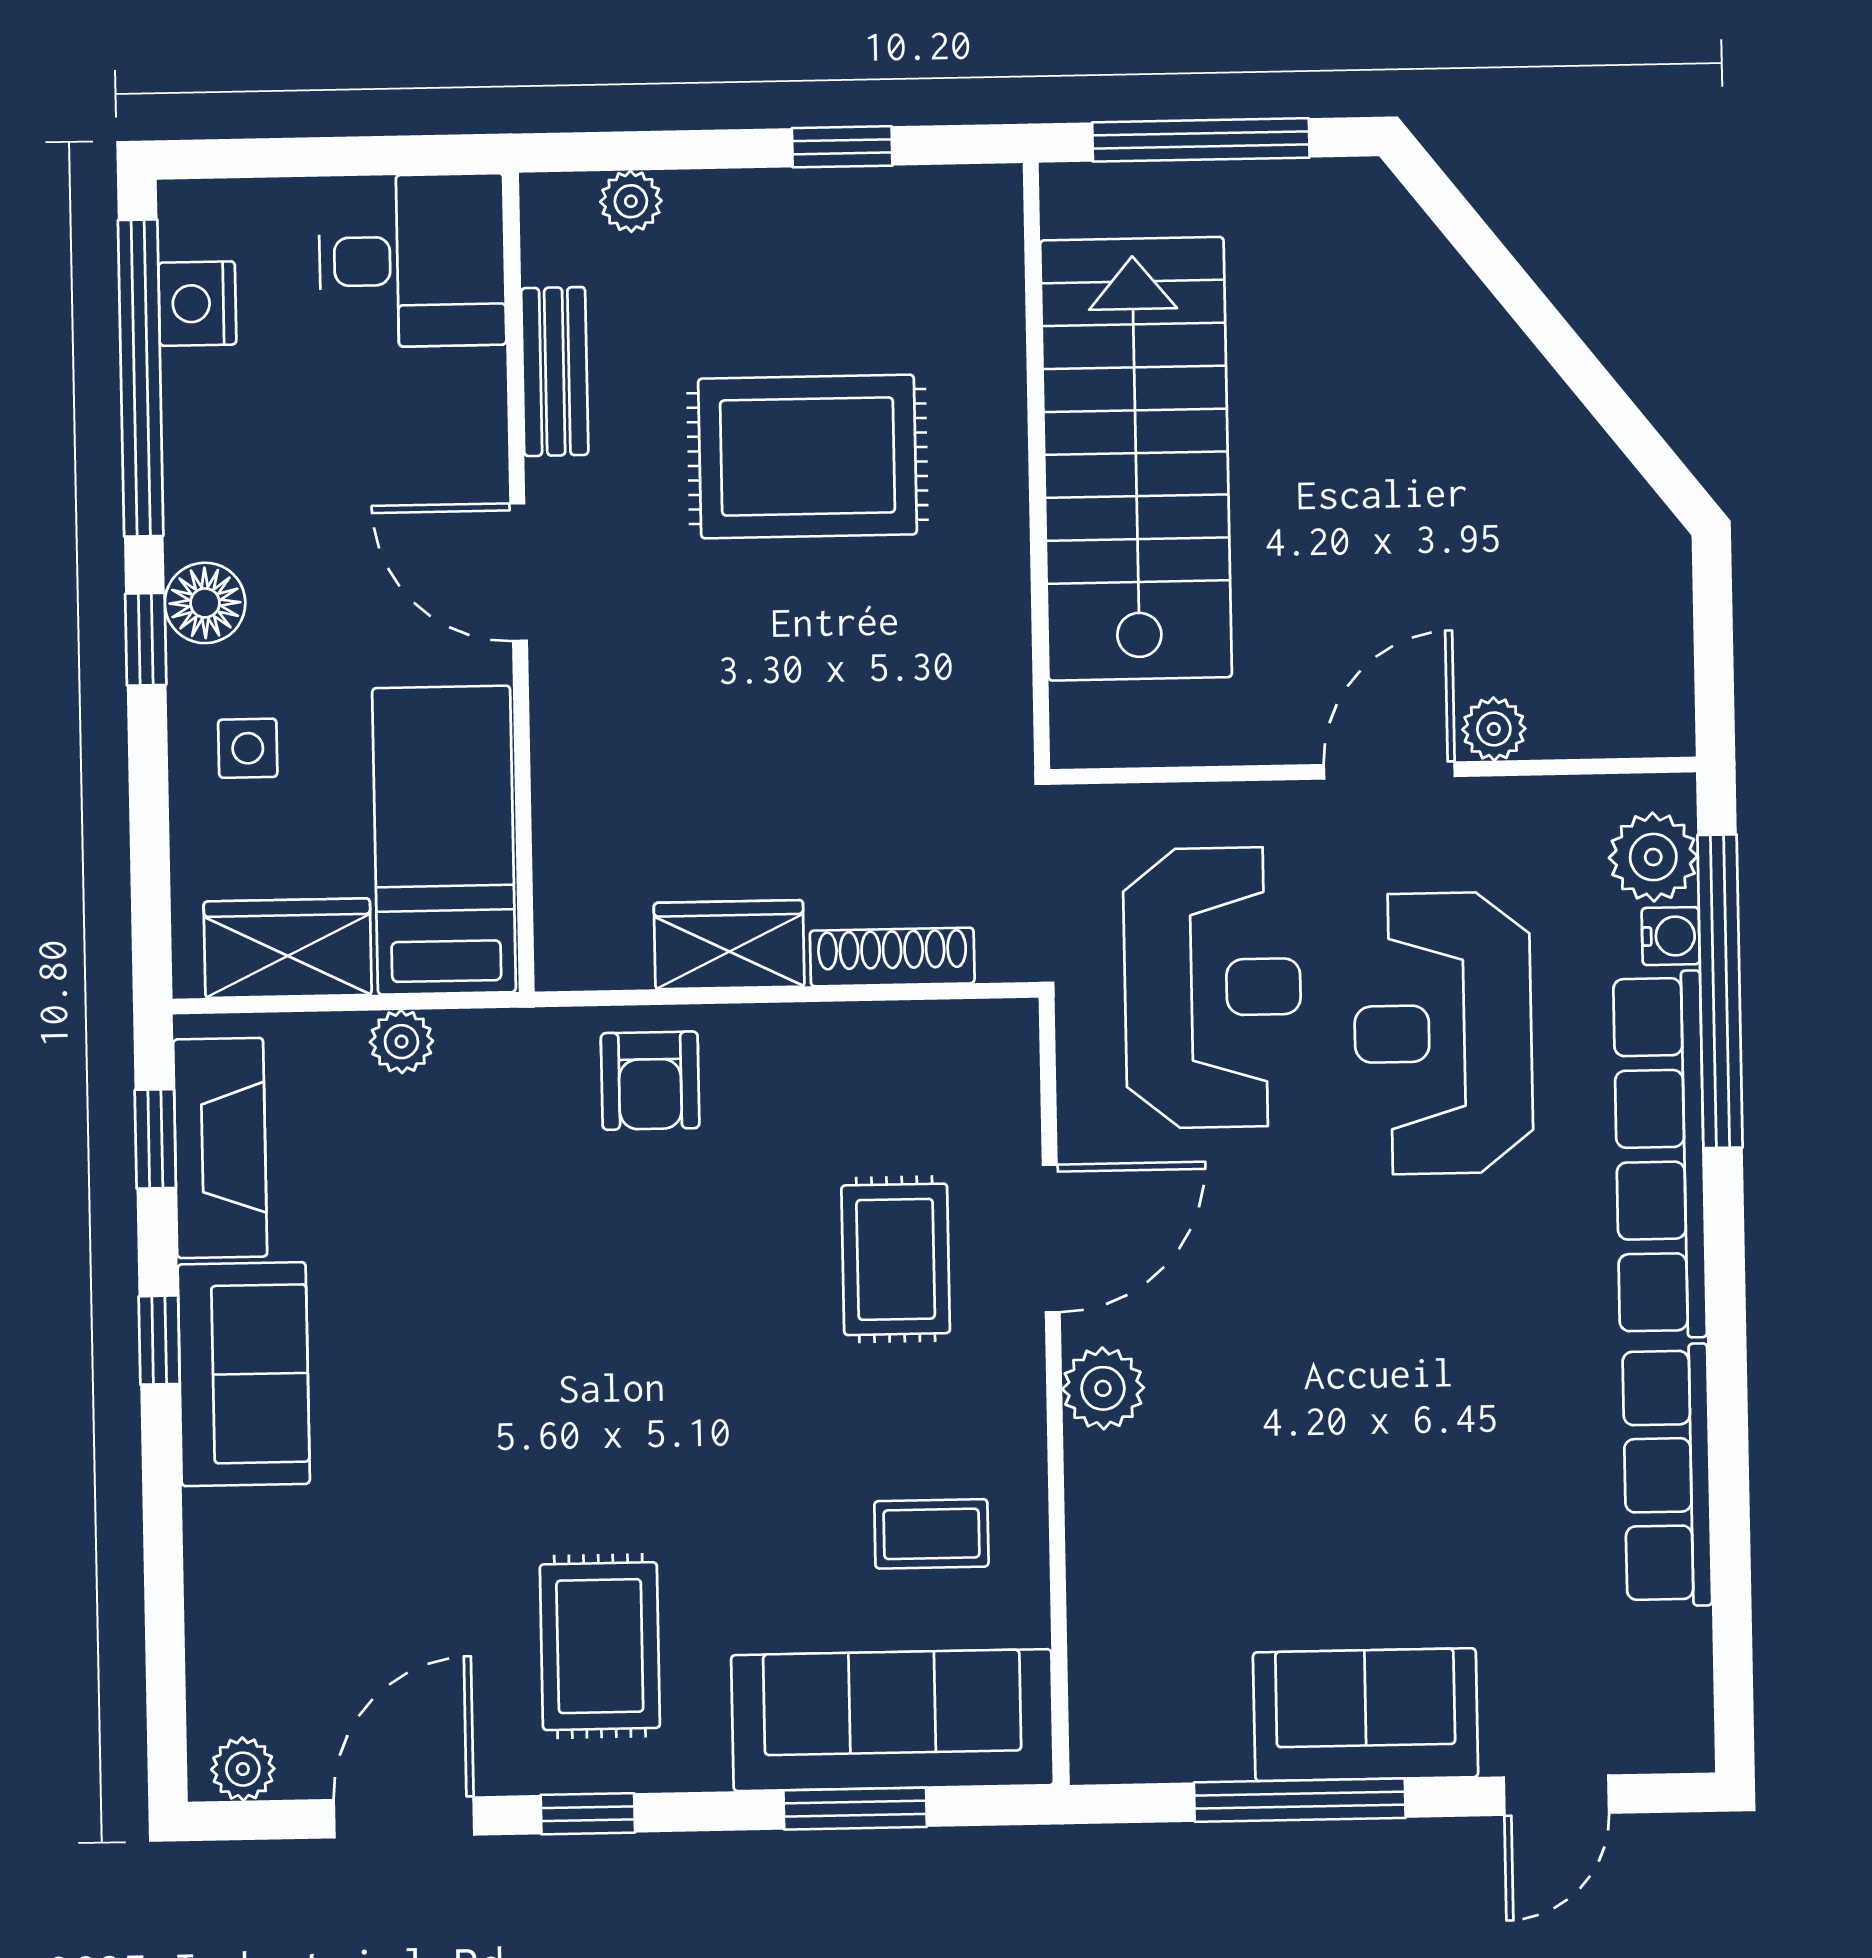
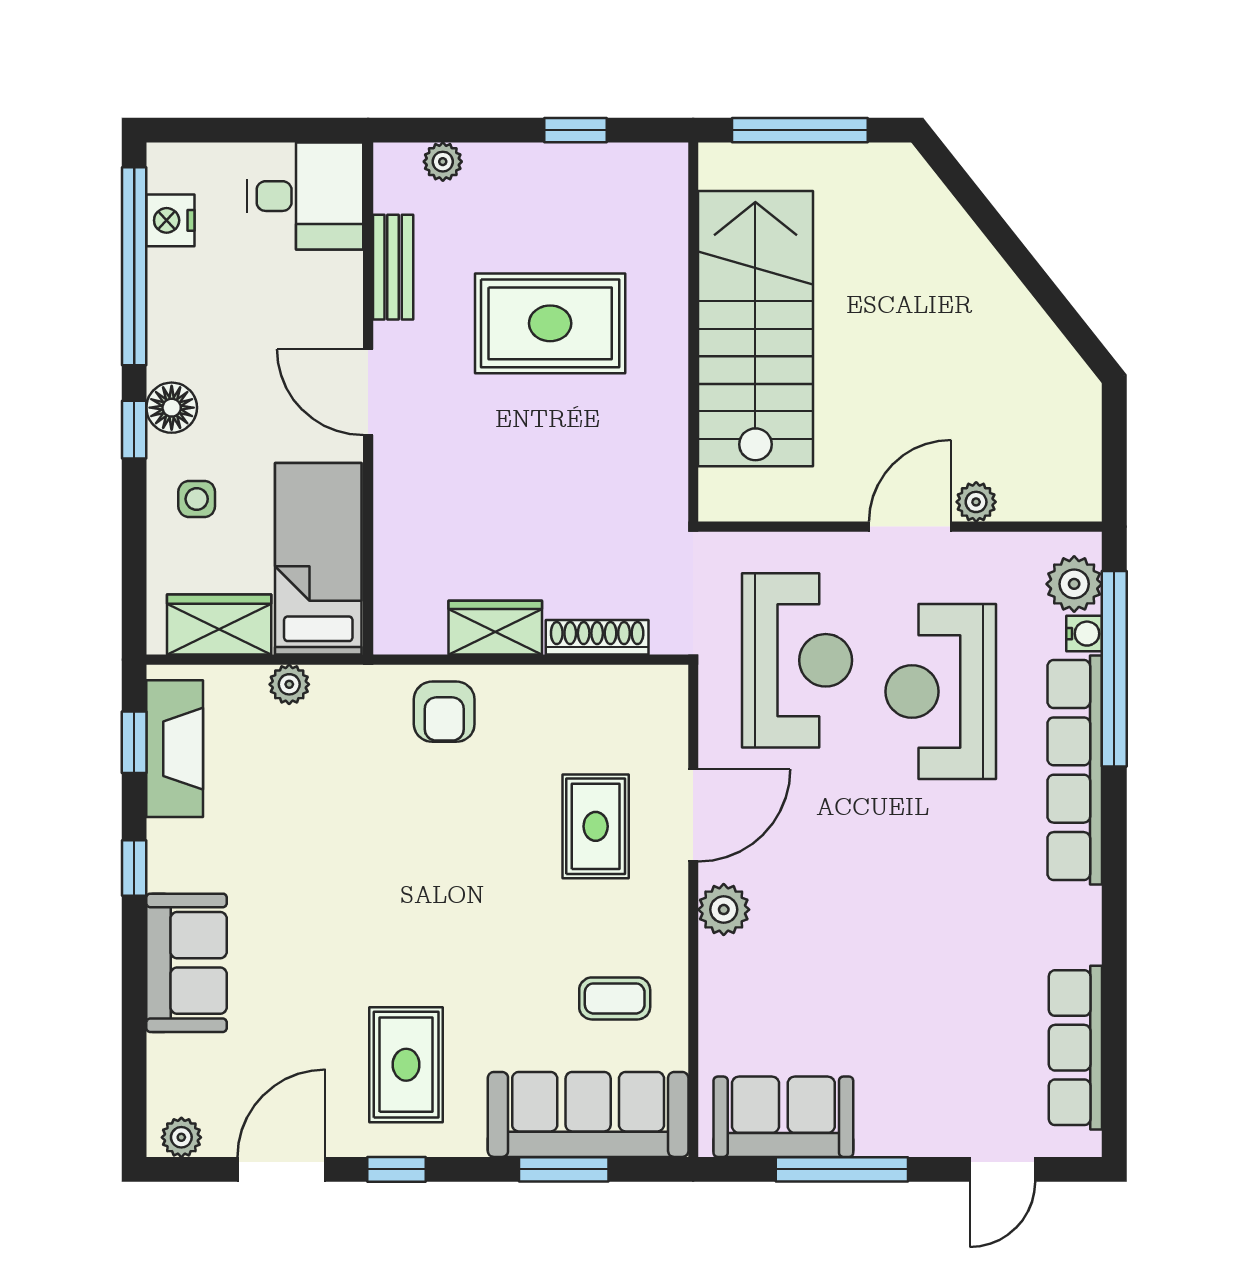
sofa: (244, 1374) -> (187, 963), moved
row of seats: (1667, 1475) -> (1075, 1048), moved
sofa: (1366, 1715) -> (783, 1117), moved

